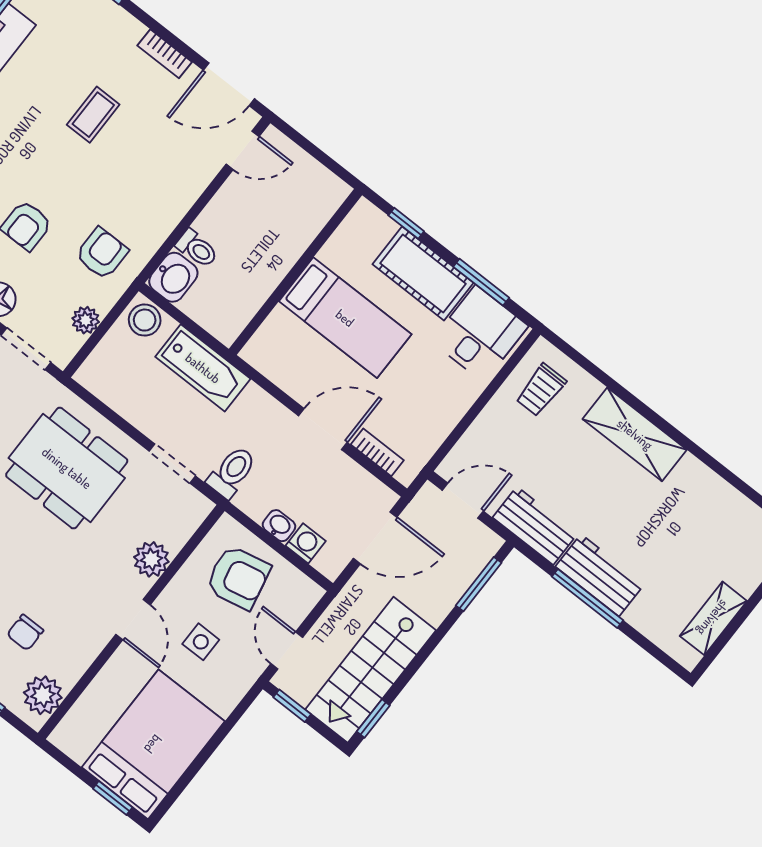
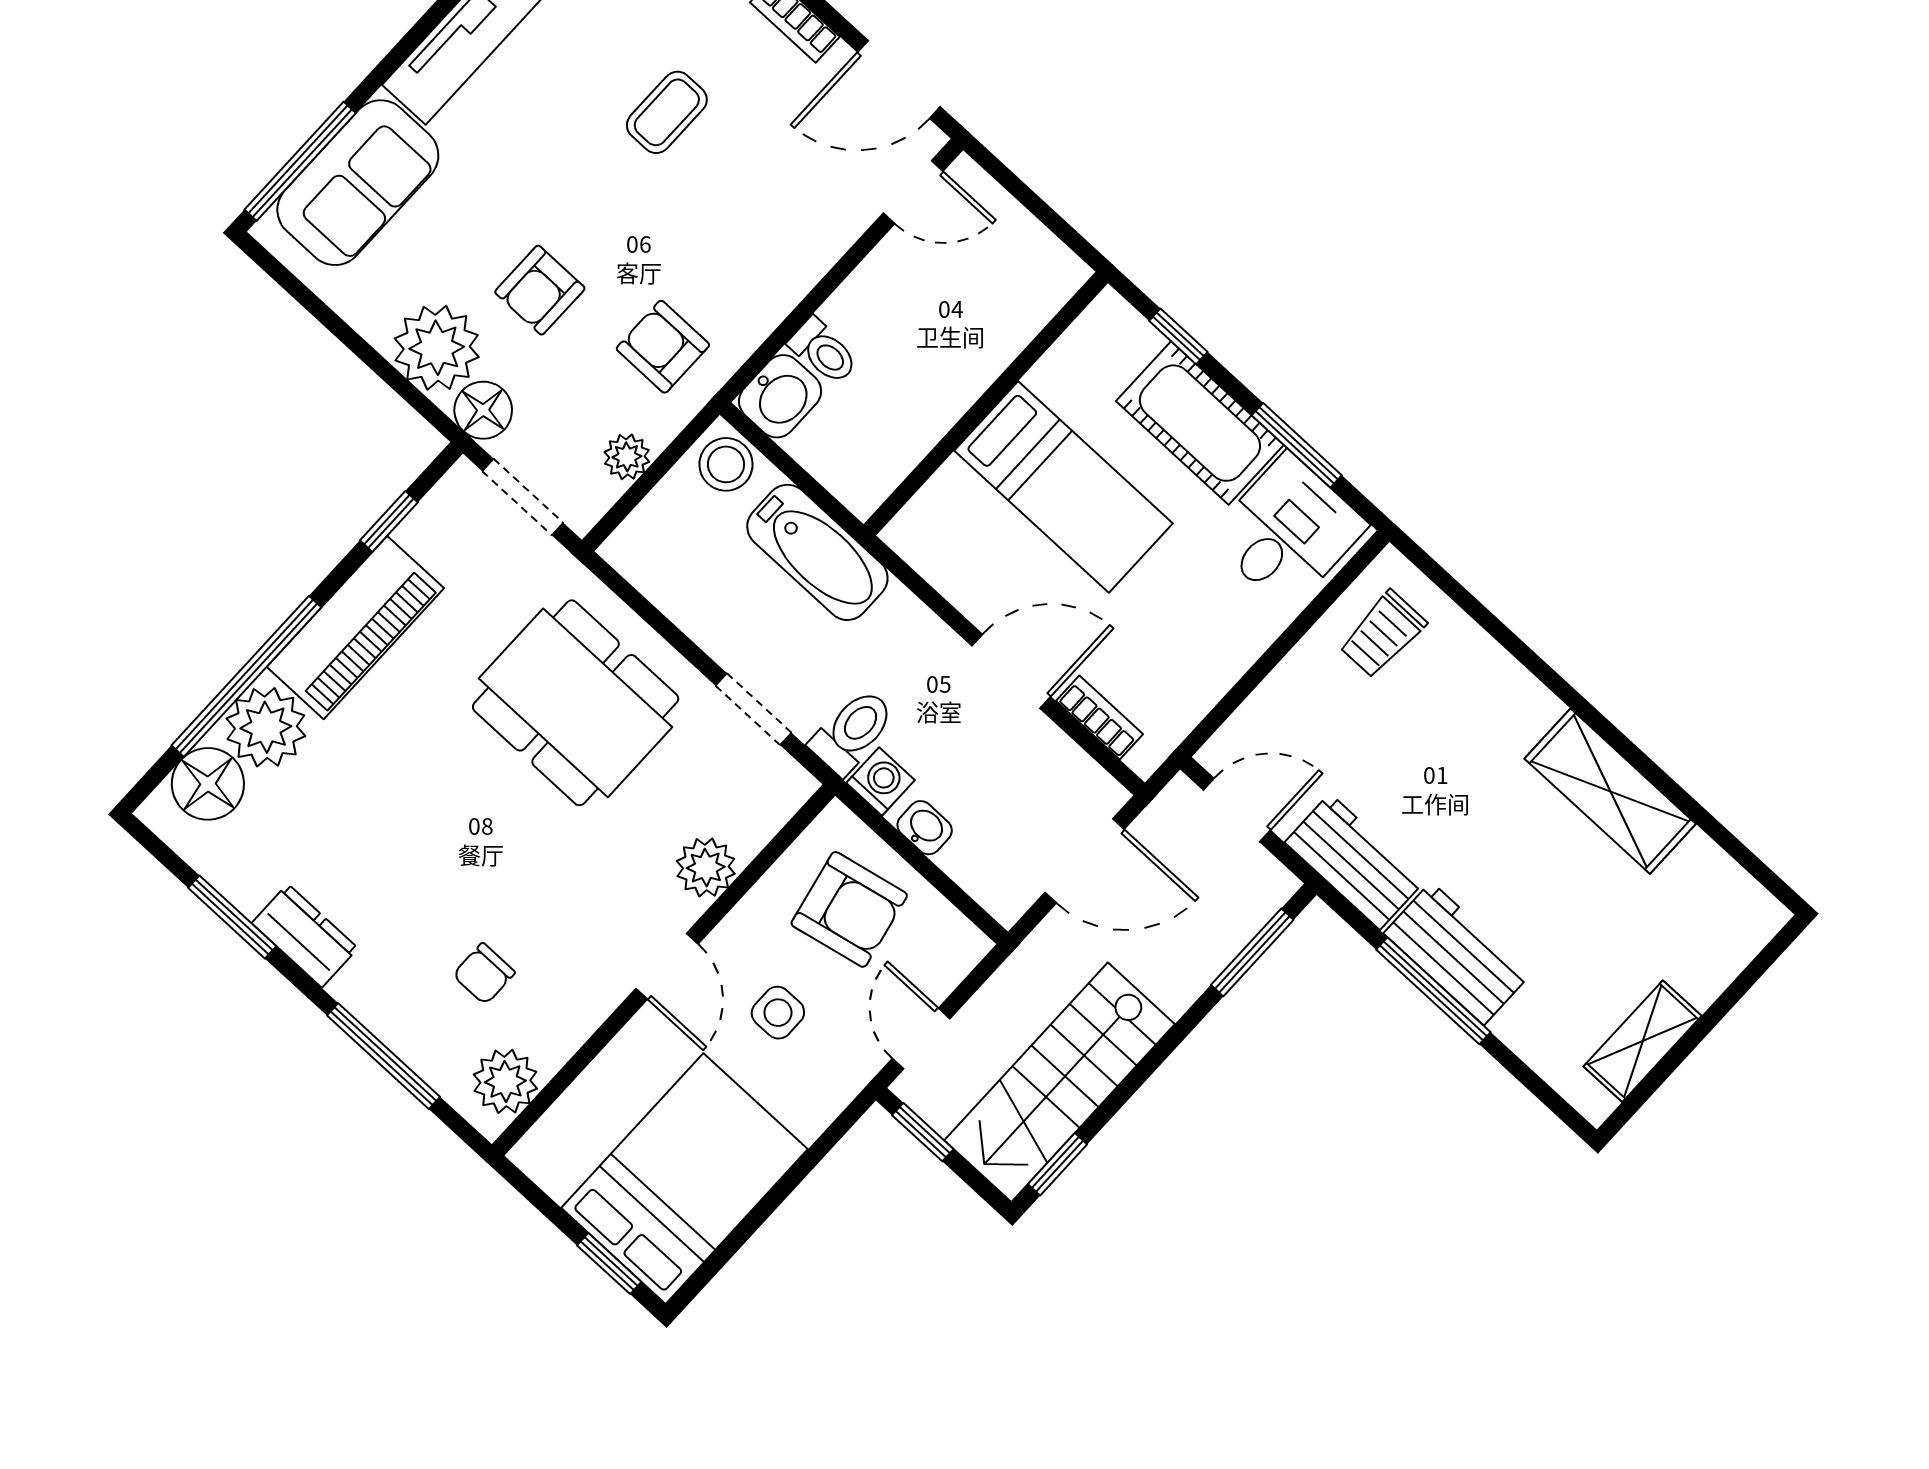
armchair: (102, 253) -> (663, 347), turned -90
shelving: (635, 434) -> (1610, 791), moved
washing machine: (306, 543) -> (881, 781), moved

